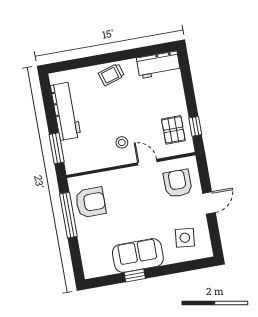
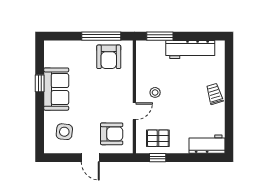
workbench: (158, 65) -> (207, 144), moved, turned 90

